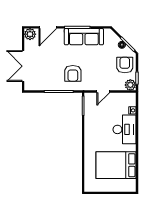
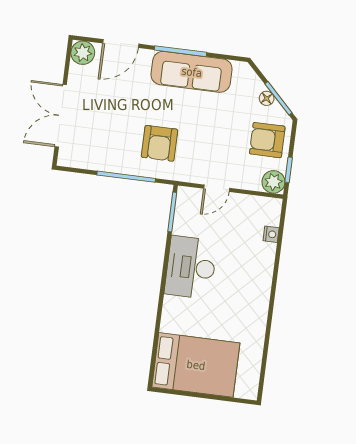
armchair: (125, 65) -> (267, 140), turned -90
desk: (125, 129) -> (191, 267), moved, turned 180
bed: (116, 165) -> (196, 365), moved, turned 180

